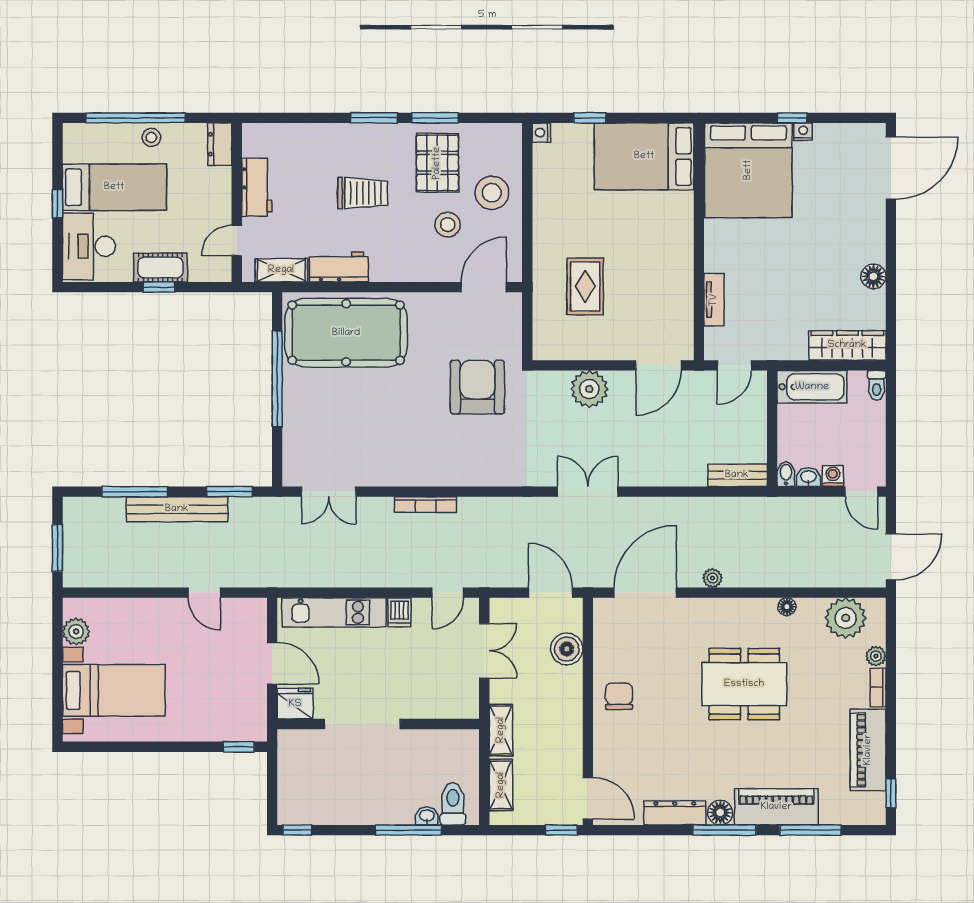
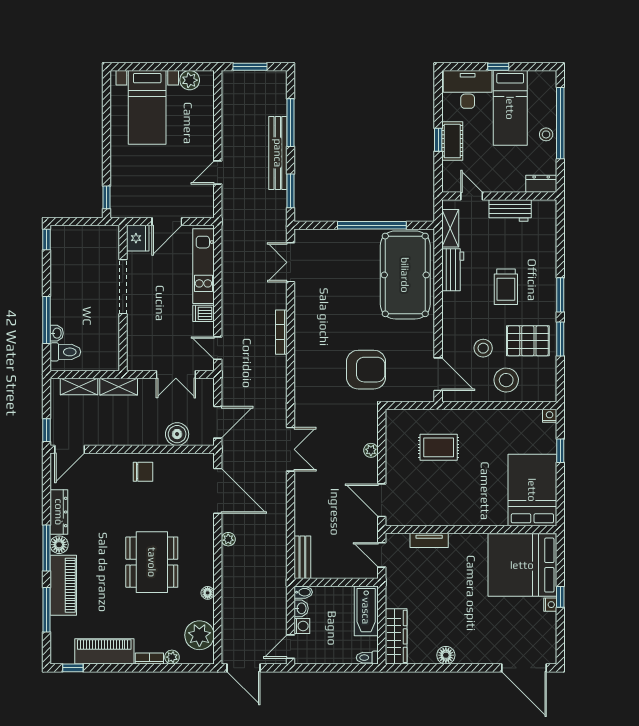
plant: (589, 389) -> (371, 450), width x0.53, depth x0.53

